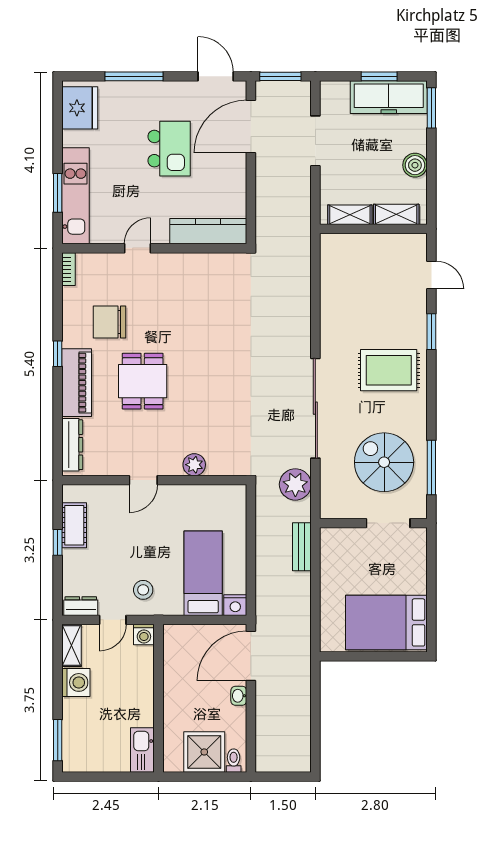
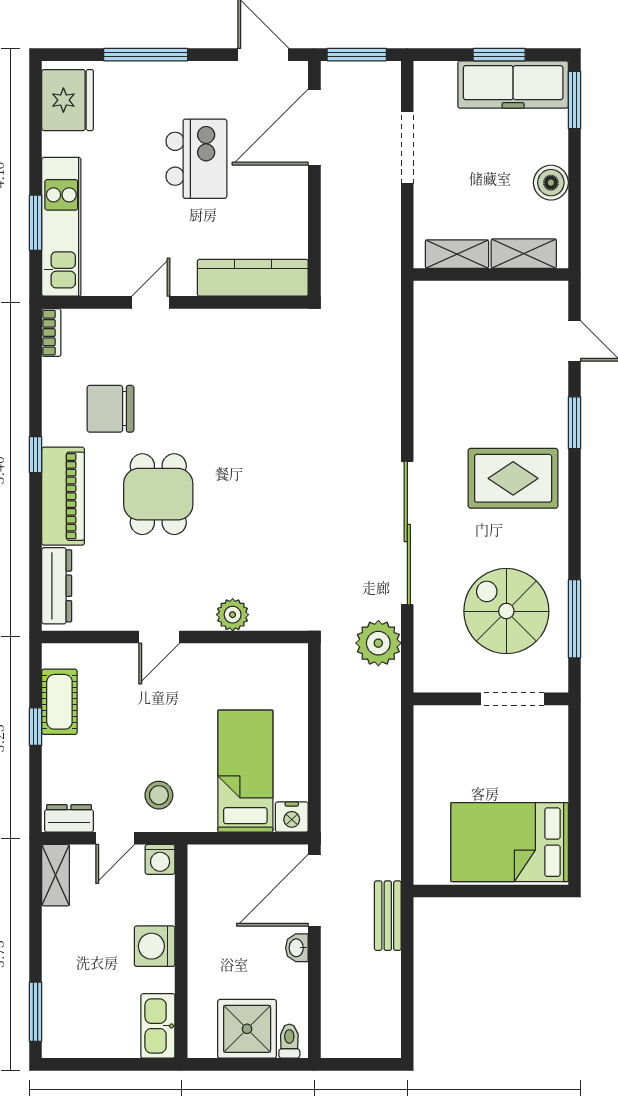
bench: (302, 547) -> (388, 916), moved
washing machine: (76, 682) -> (155, 946), moved, turned 180

